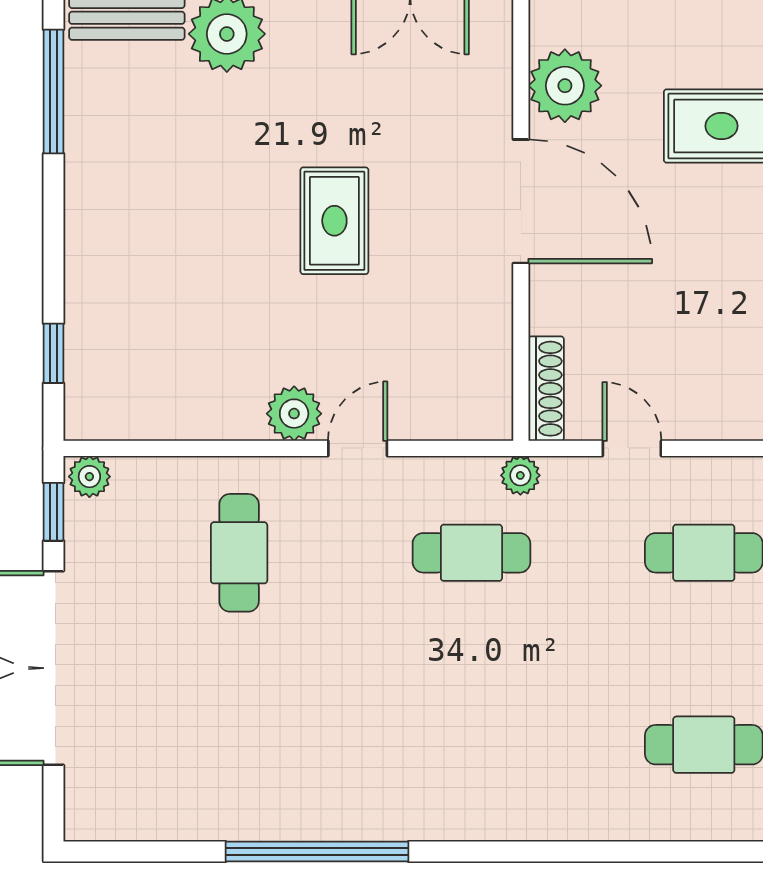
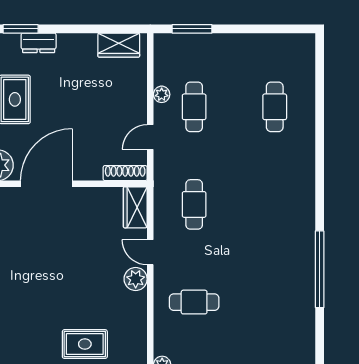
rug: (334, 221) -> (85, 344), moved
wardrobe: (465, 413) -> (135, 207), added
plant: (520, 475) -> (162, 94), moved

